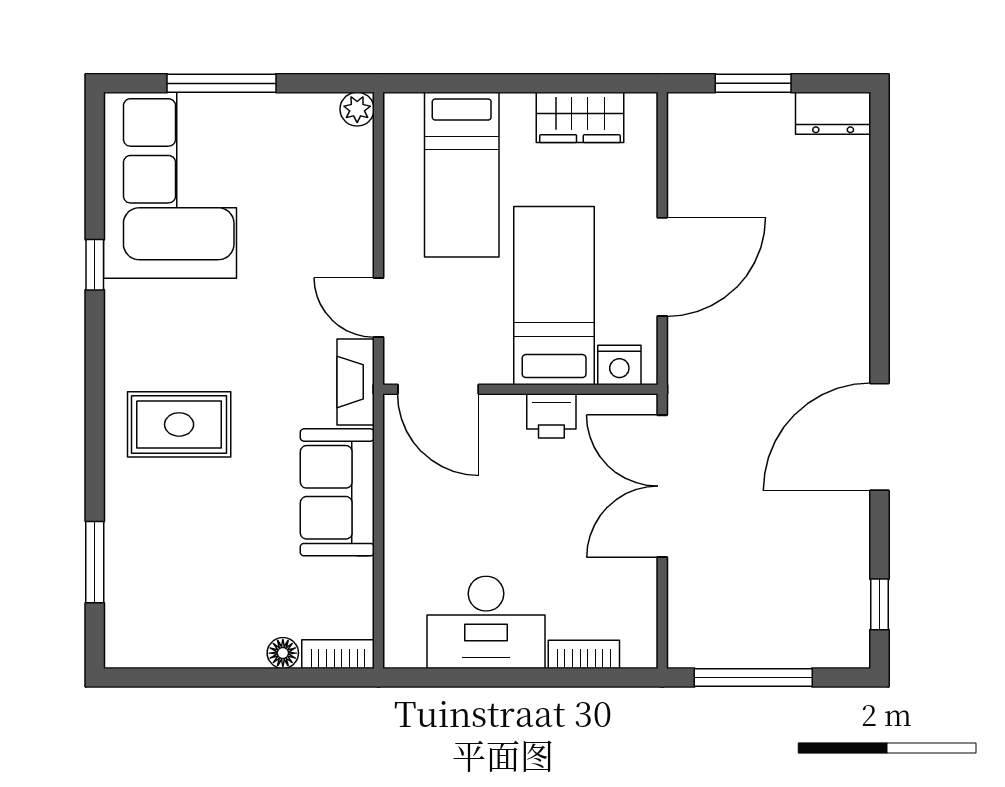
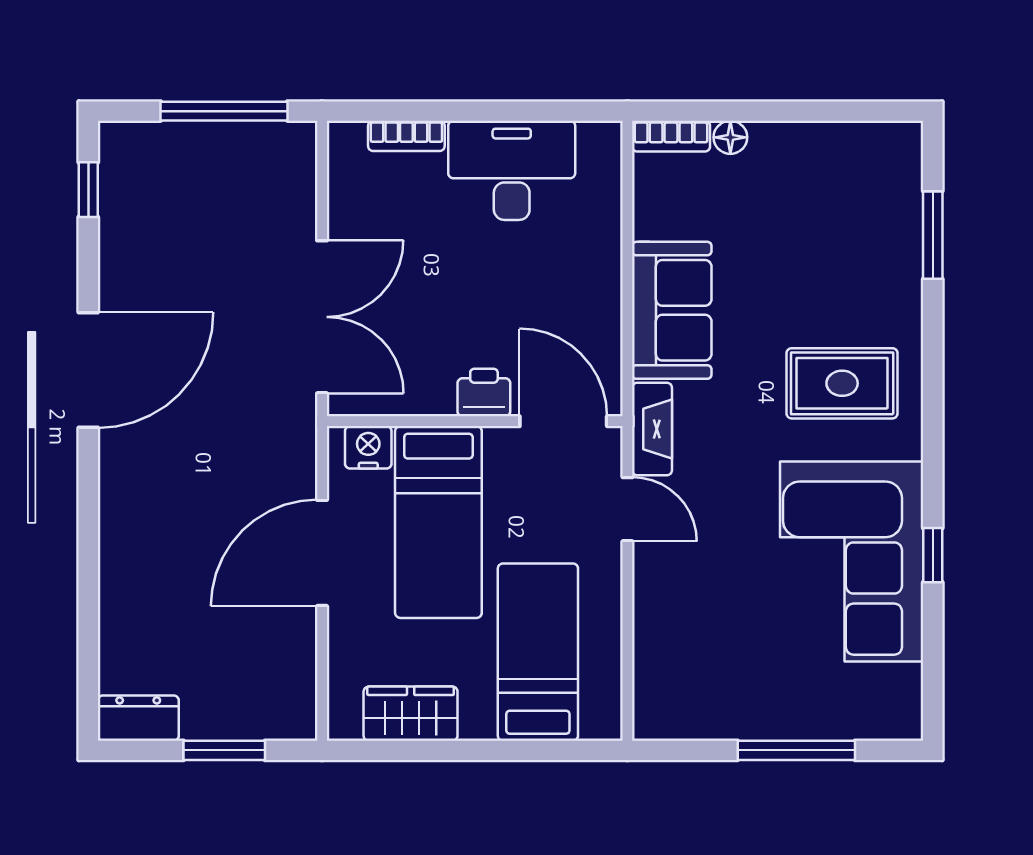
plant: (357, 109) -> (650, 723), removed
corner sofa: (170, 185) -> (852, 561), moved
printer: (551, 416) -> (484, 393), moved

